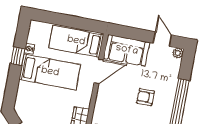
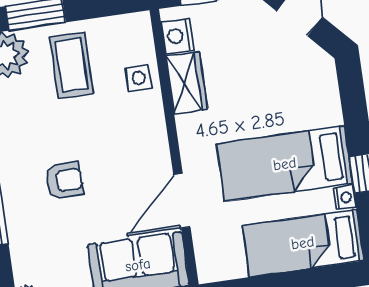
bed: (76, 41) -> (303, 243), moved, turned 180

